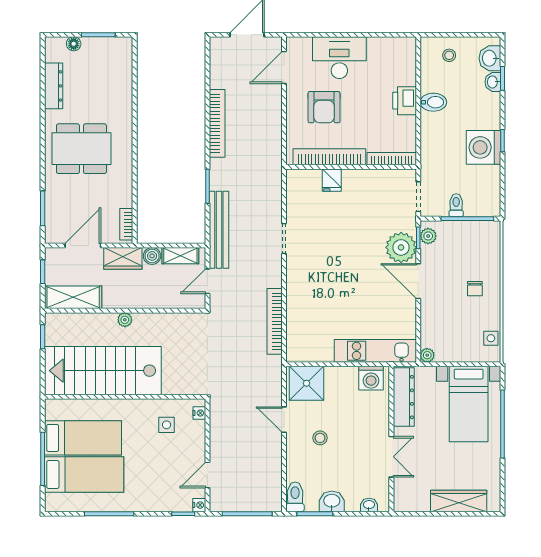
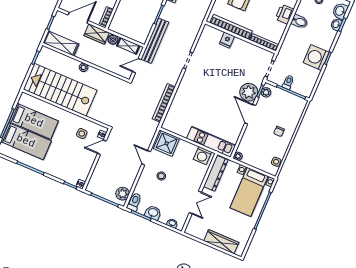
door: (207, 475) -> (102, 147), moved
plant: (271, 492) -> (122, 194), added

